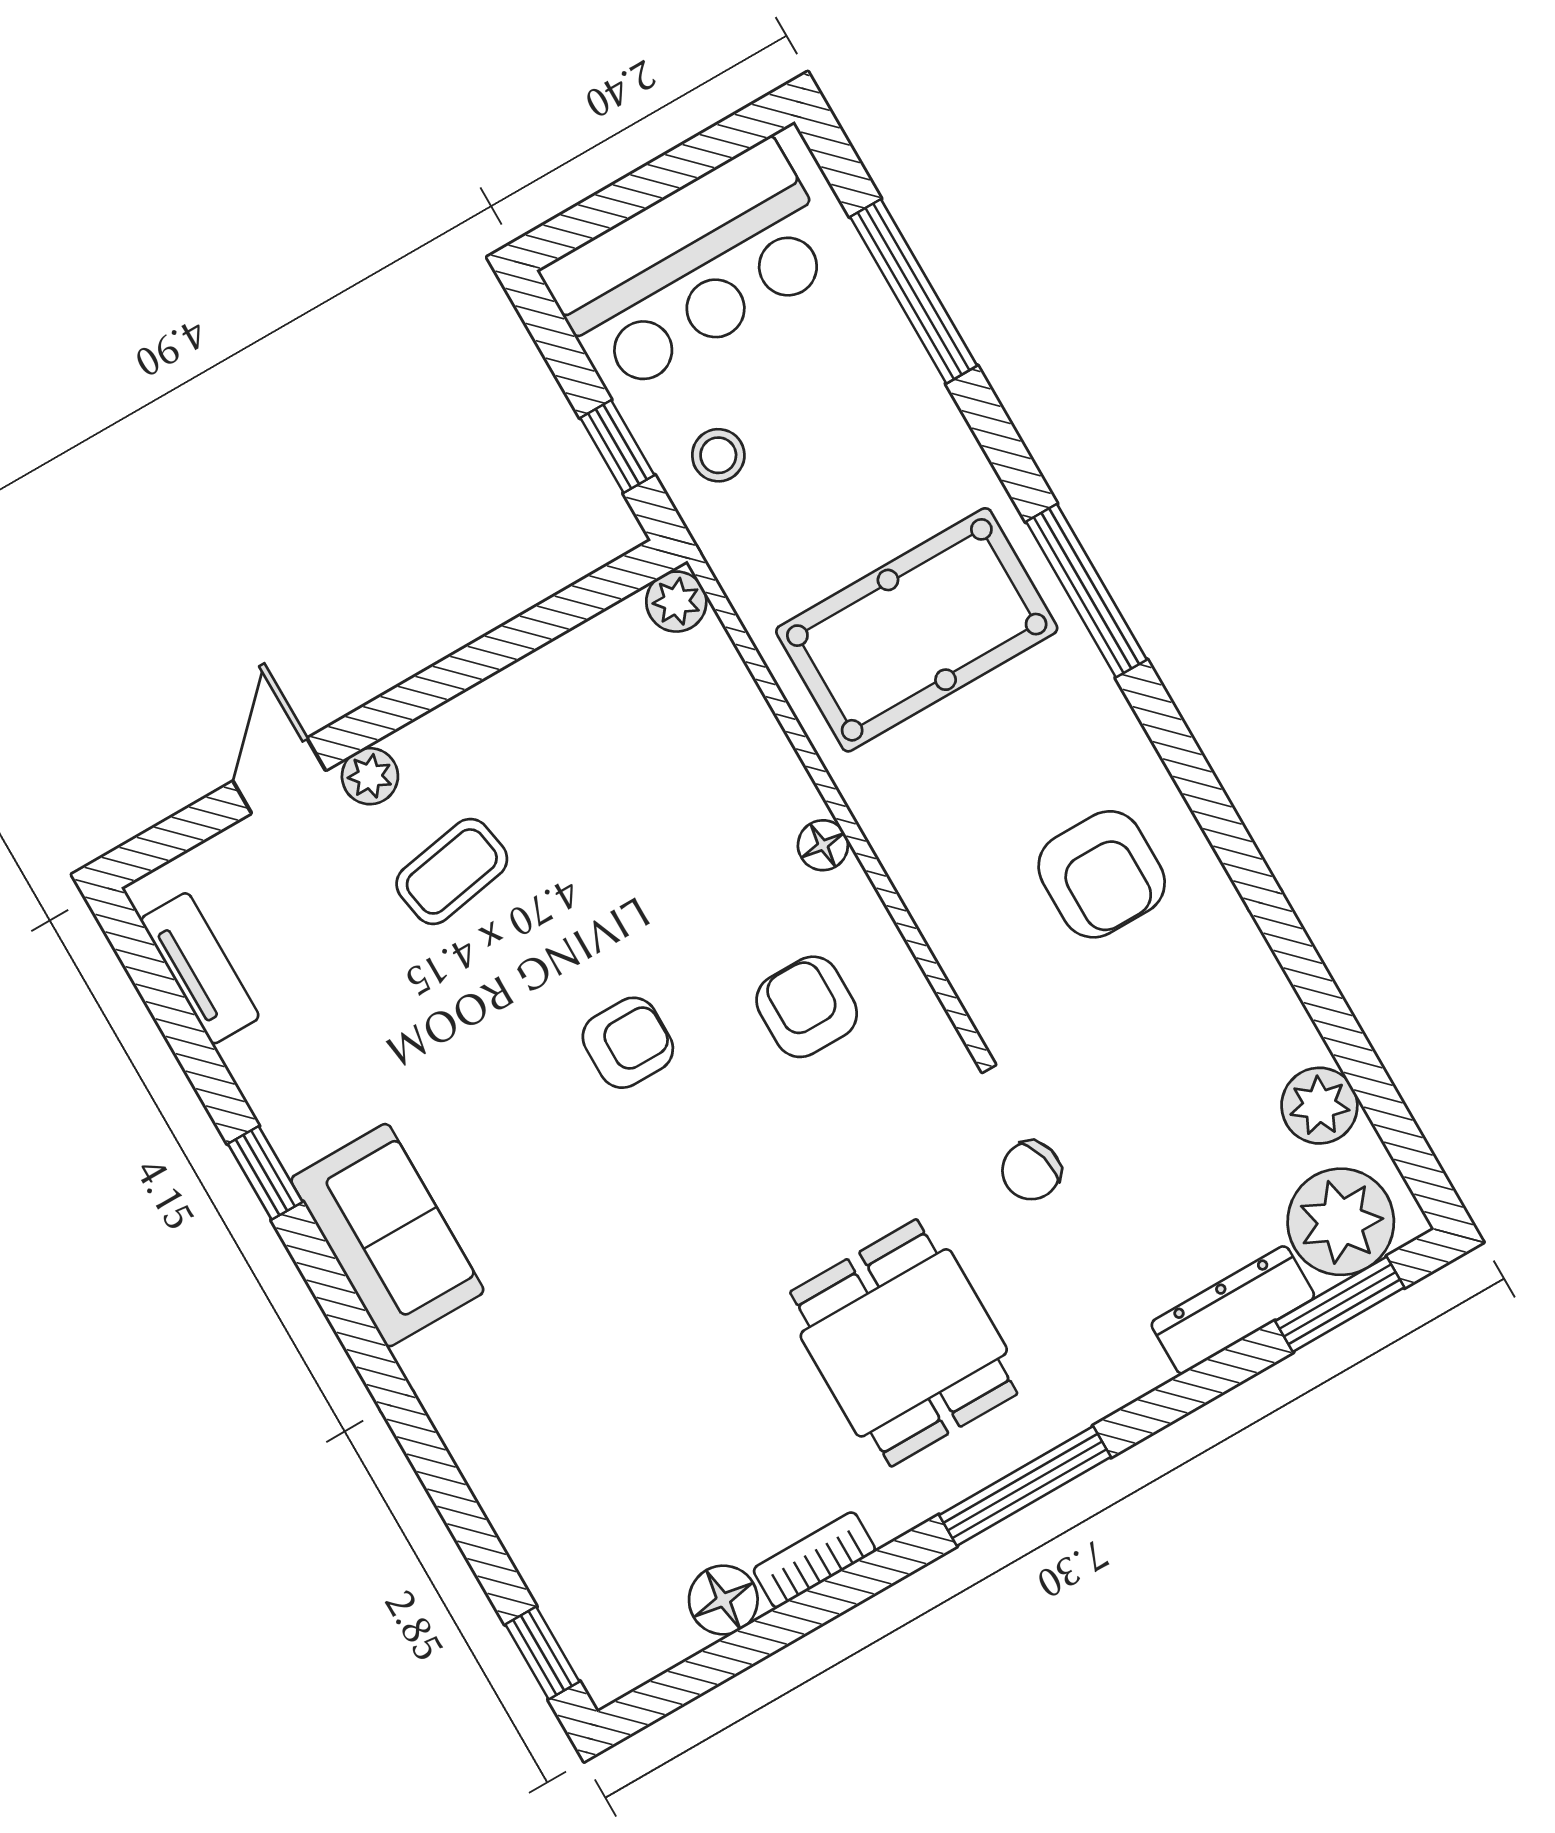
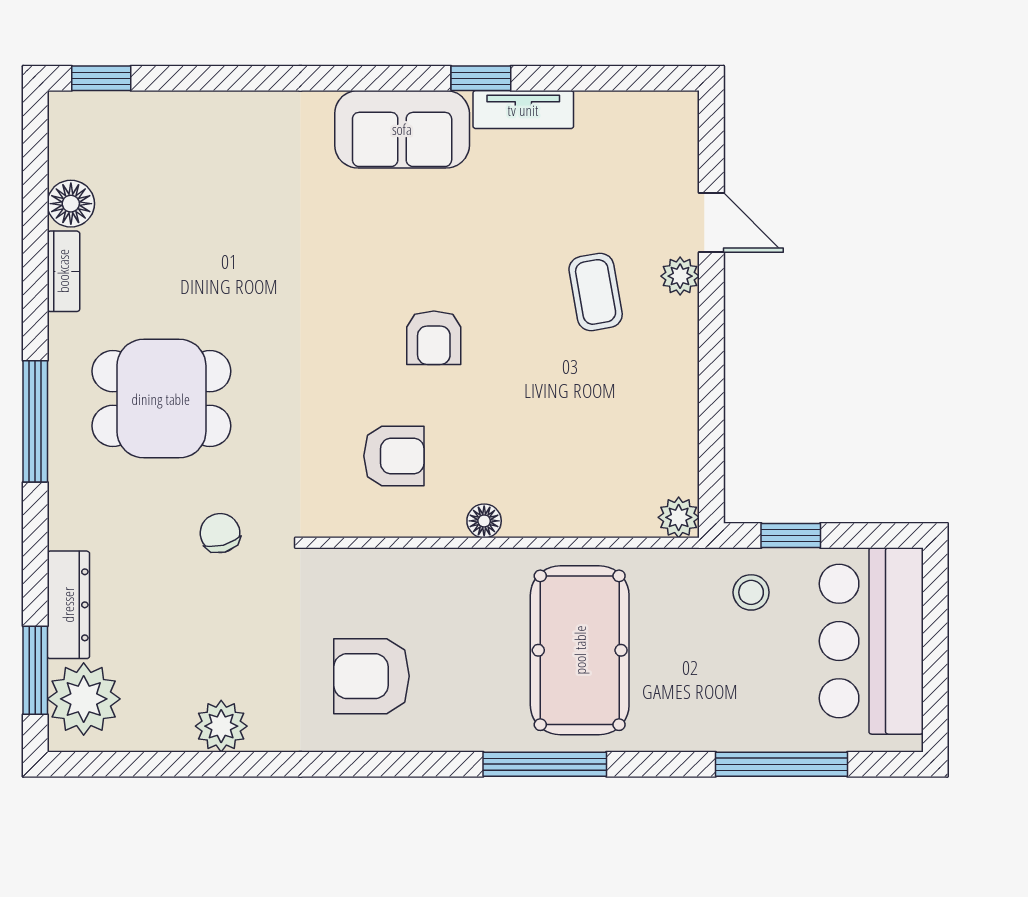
tv unit: (200, 968) -> (523, 110), moved
plant: (1319, 1106) -> (221, 726), moved

